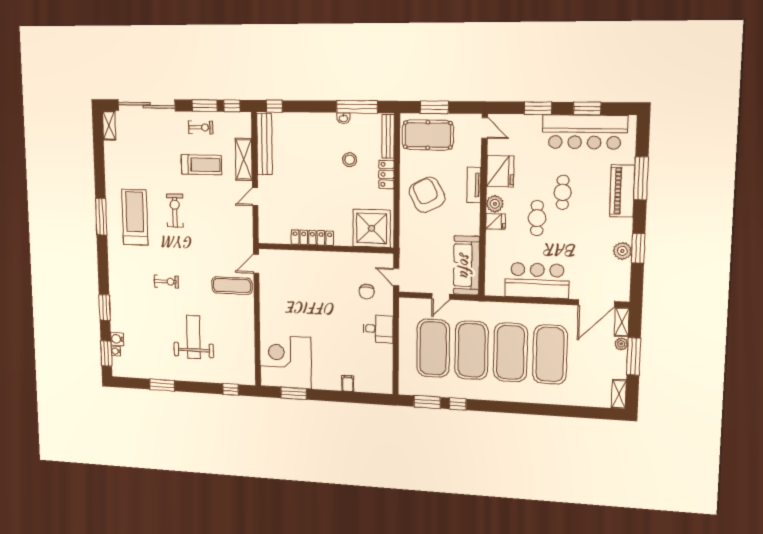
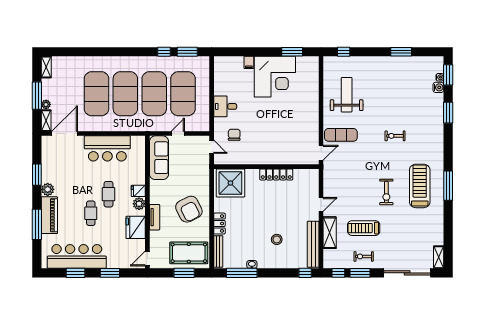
door: (485, 128) -> (147, 258), hinge flipped
stool: (350, 160) -> (277, 239), moved
treadmill: (135, 217) -> (420, 186), turned 180
plant: (622, 251) -> (48, 189), moved
weight bench: (193, 337) -> (347, 95), moved, turned 180
corner desk: (286, 362) -> (275, 77), moved

